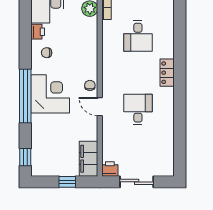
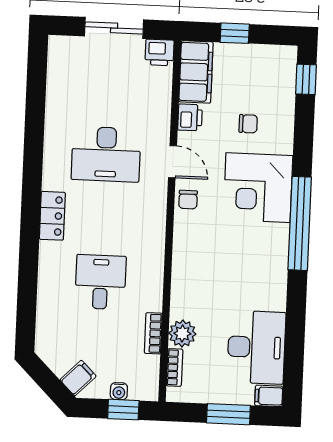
printer: (38, 32) -> (190, 117), moved, turned 180
chair: (47, 53) -> (248, 124), moved
window: (25, 96) -> (300, 223), moved
desk: (138, 109) -> (106, 154), width x1.37

